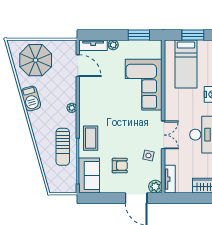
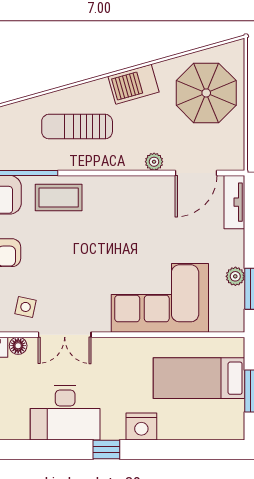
plant: (113, 45) -> (235, 276), moved
plant: (72, 108) -> (154, 162), moved
sun lounger: (63, 147) -> (77, 127), moved
floor lamp: (169, 159) -> (18, 346), added

